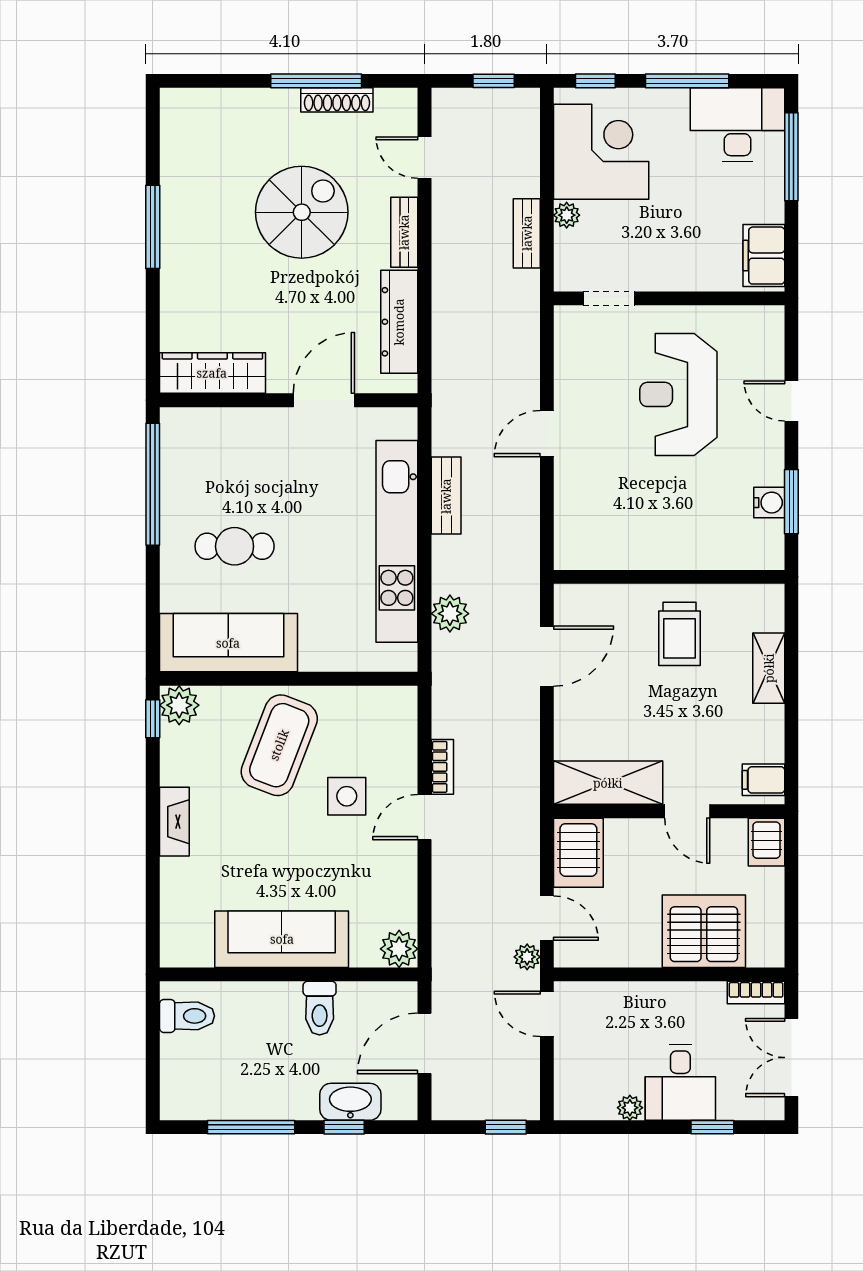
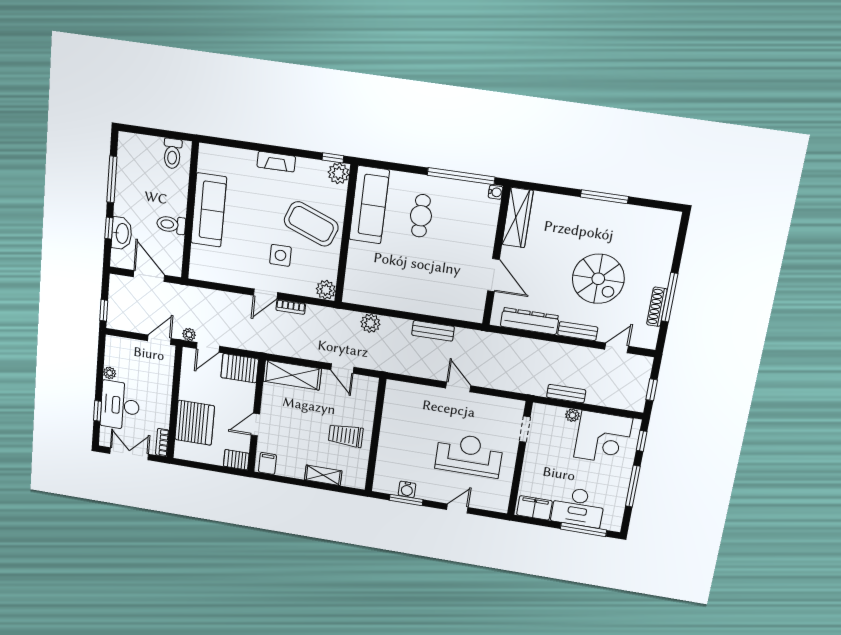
desk: (737, 125) -> (578, 507), moved, turned 90
water cooler: (173, 419) -> (496, 192), added
kitchen unit: (397, 541) -> (412, 302), removed
door: (547, 656) -> (342, 369), width x0.73
shelving: (608, 783) -> (292, 375), moved, turned 90
door: (425, 817) -> (265, 294), swing flipped
plant: (399, 949) -> (326, 290), moved
desk: (680, 1083) -> (120, 405), width x1.37

